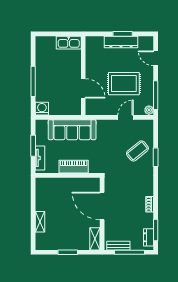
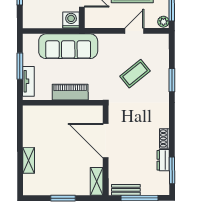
washing machine: (42, 109) -> (71, 20), moved
coffee table: (137, 151) -> (135, 74), moved
dresser: (149, 237) -> (163, 160), moved

